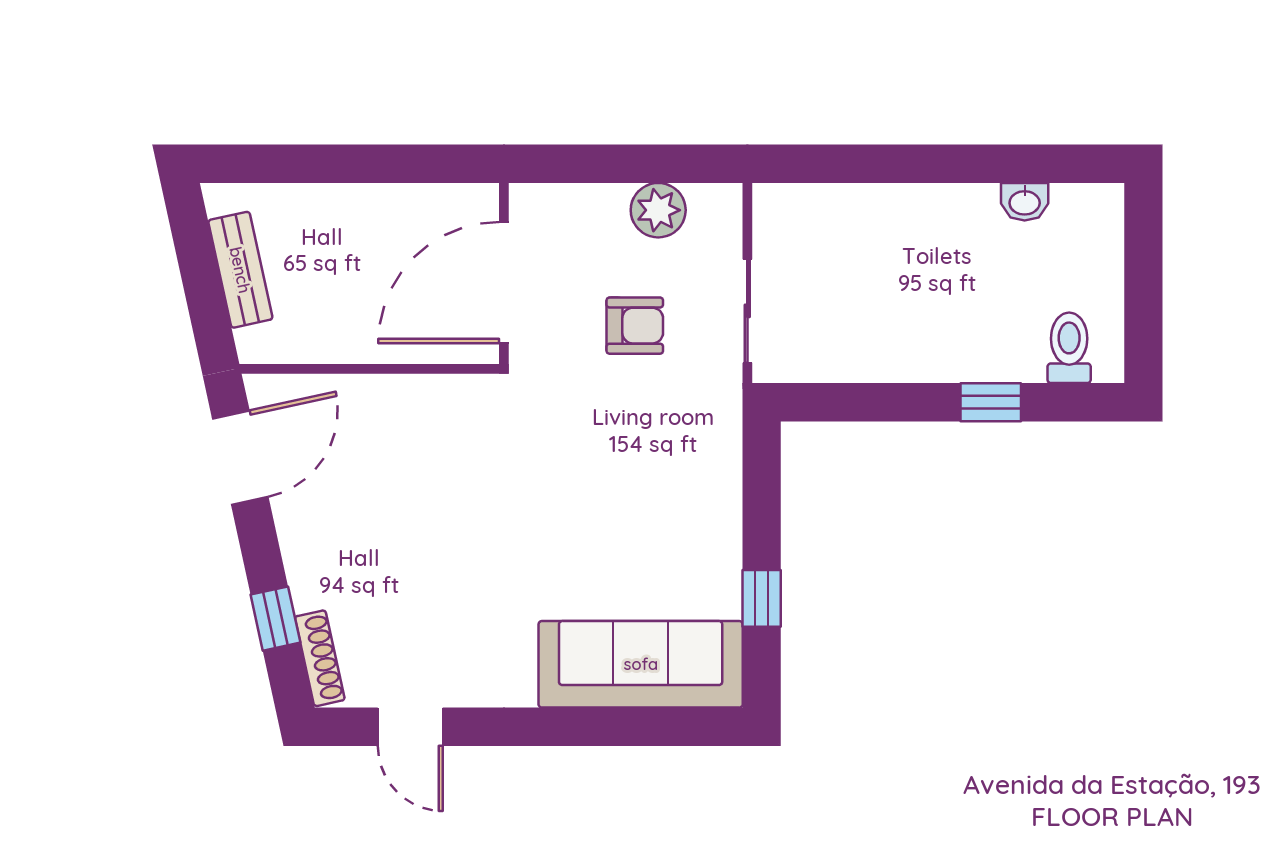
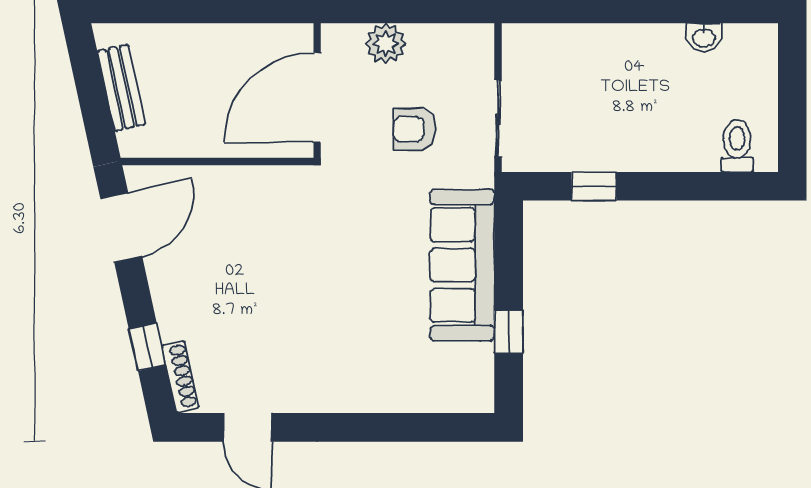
plant: (658, 210) -> (386, 44), moved
armchair: (635, 326) -> (414, 129), turned 180
window: (991, 402) -> (594, 186), moved
sofa: (641, 664) -> (462, 265), moved, turned -90

